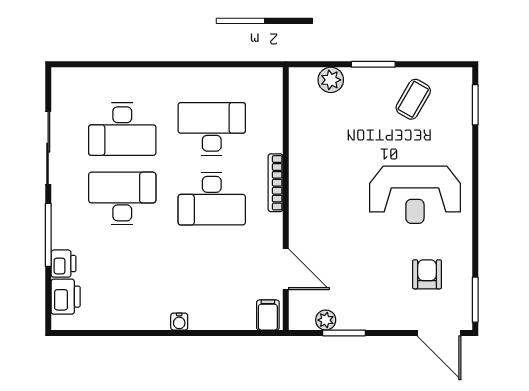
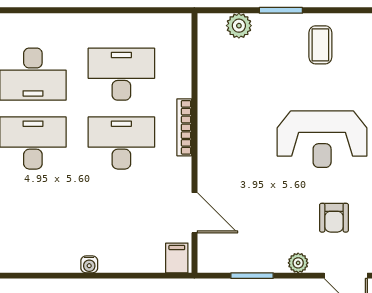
coffee table: (413, 99) -> (320, 45), turned -30
desk: (212, 199) -> (121, 143), turned 180
armchair: (427, 274) -> (334, 218), turned 180
plant: (326, 320) -> (298, 263), moved

